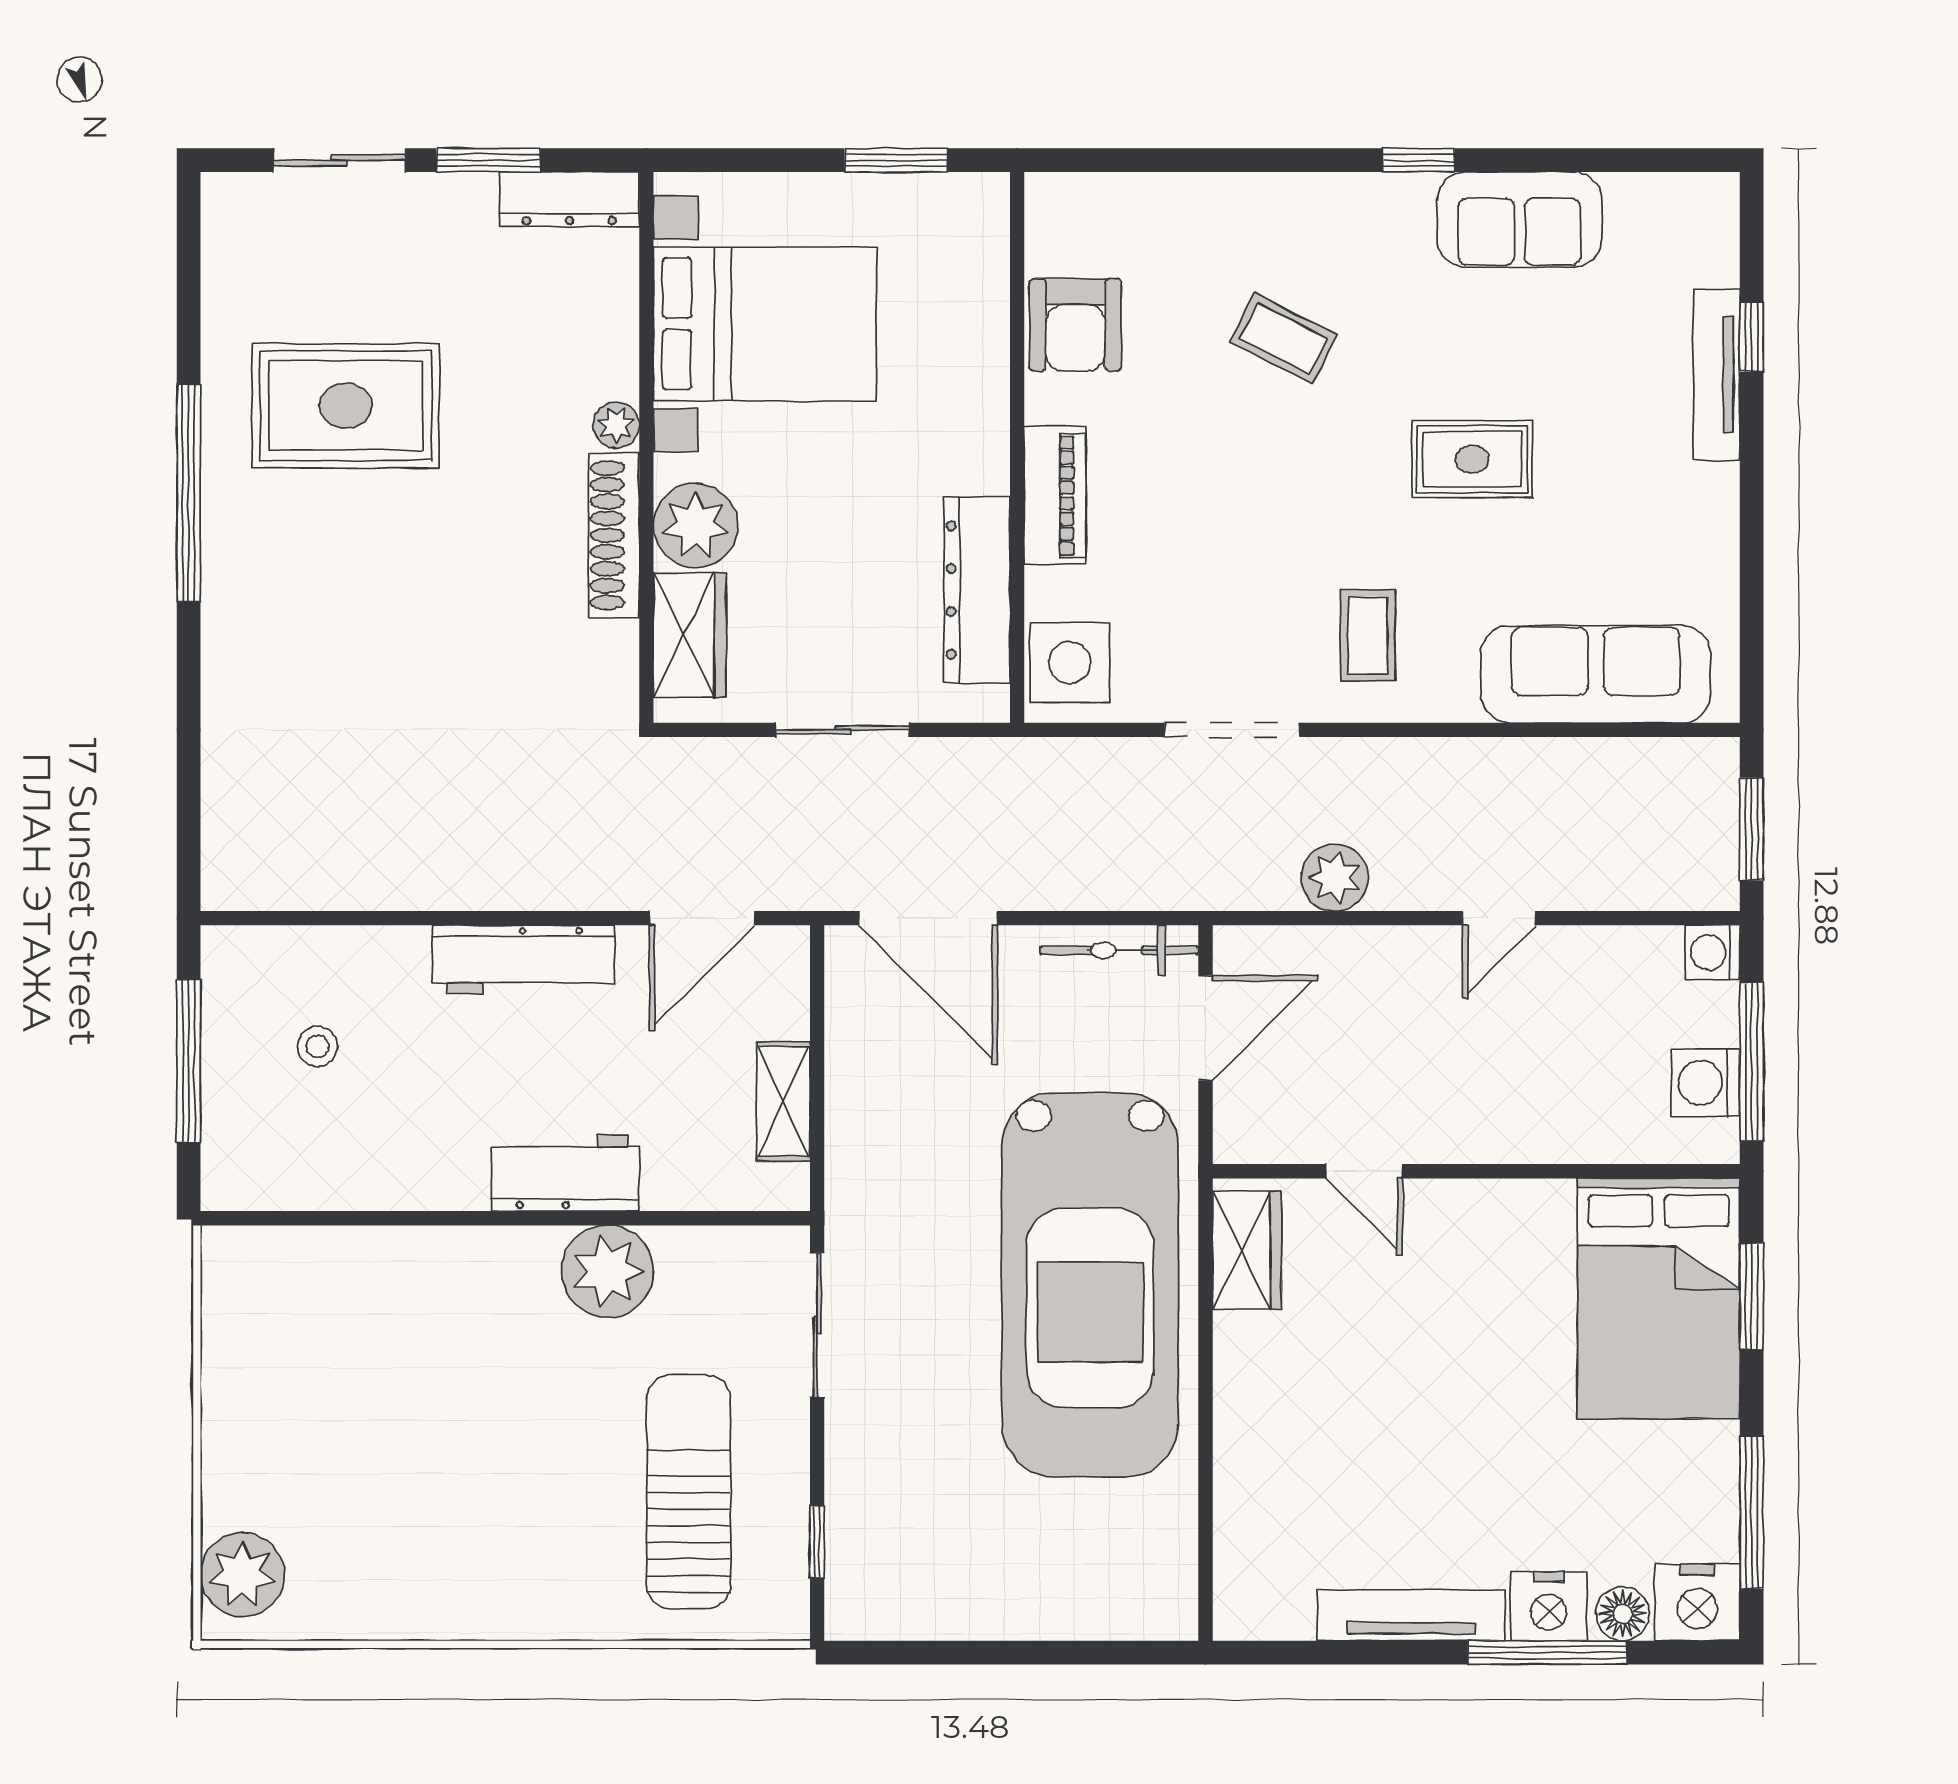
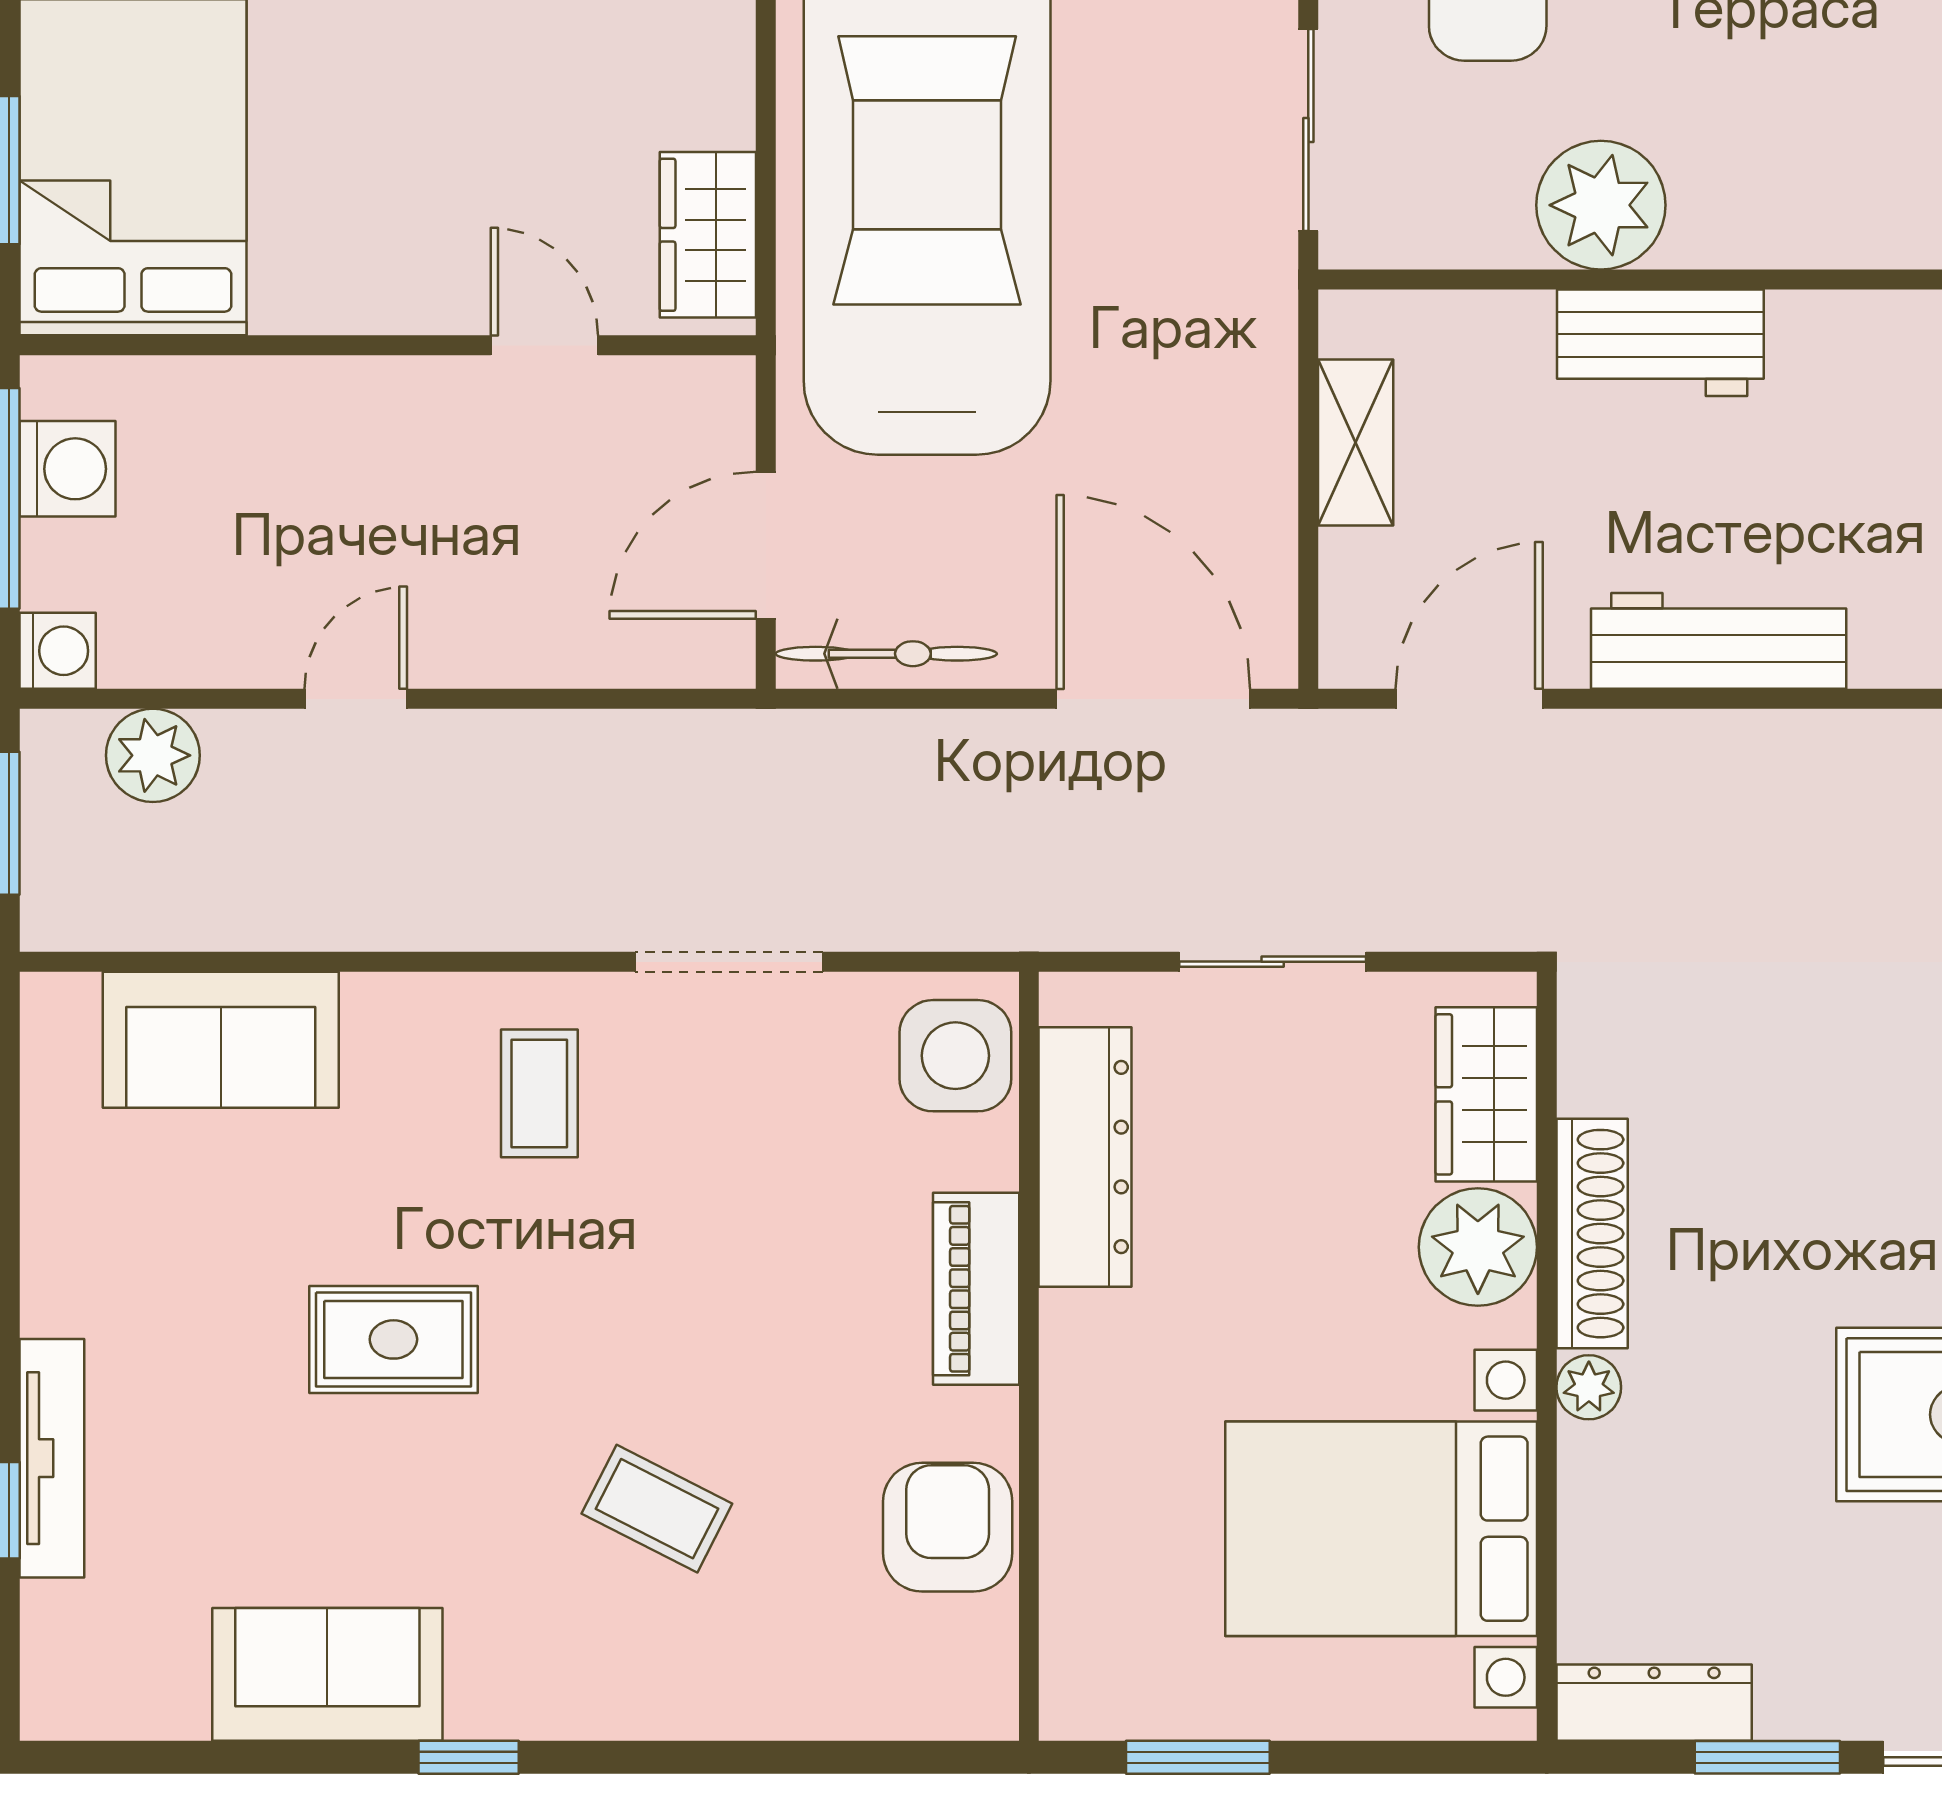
sofa: (1596, 674) -> (221, 1040), width x0.73
plant: (1335, 878) -> (153, 755), moved

